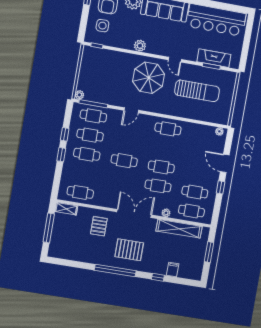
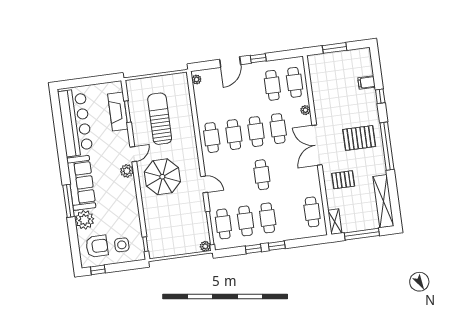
plant: (140, 46) -> (127, 171), moved
cafe table: (165, 148) -> (234, 135), added
shelving: (179, 229) -> (383, 201), moved
pallet: (129, 250) -> (359, 138), turned 90

